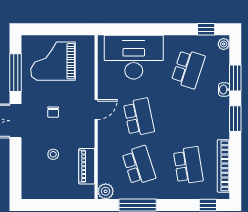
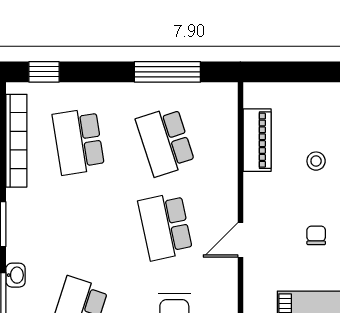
plant: (106, 191) -> (224, 96), removed

